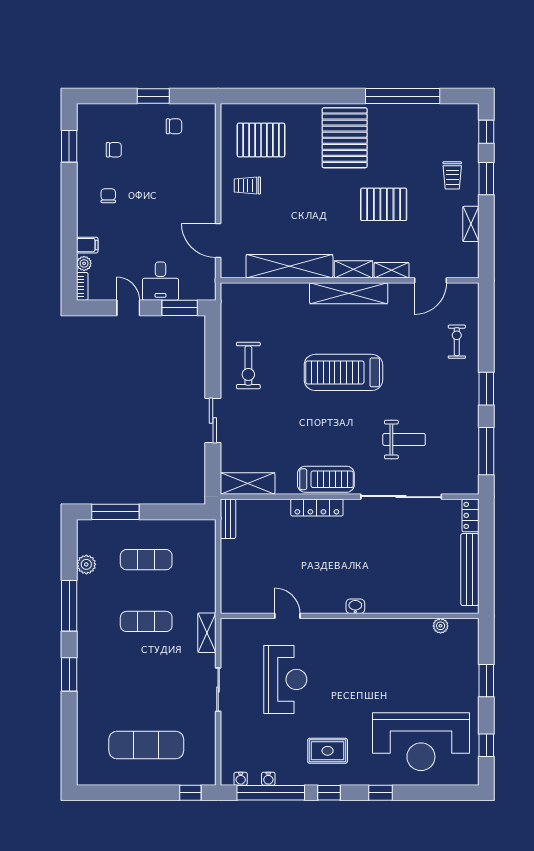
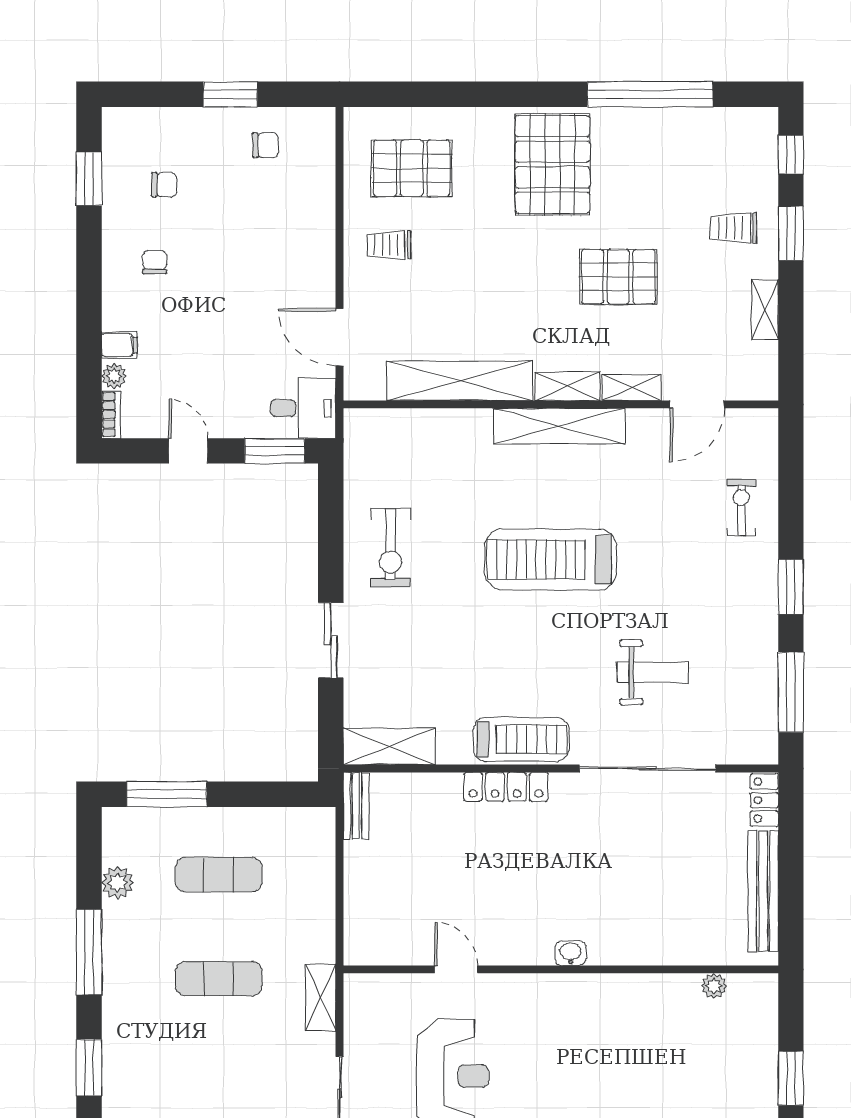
trolley: (452, 175) -> (734, 228), turned 90
desk: (160, 281) -> (303, 408), moved, turned -90

